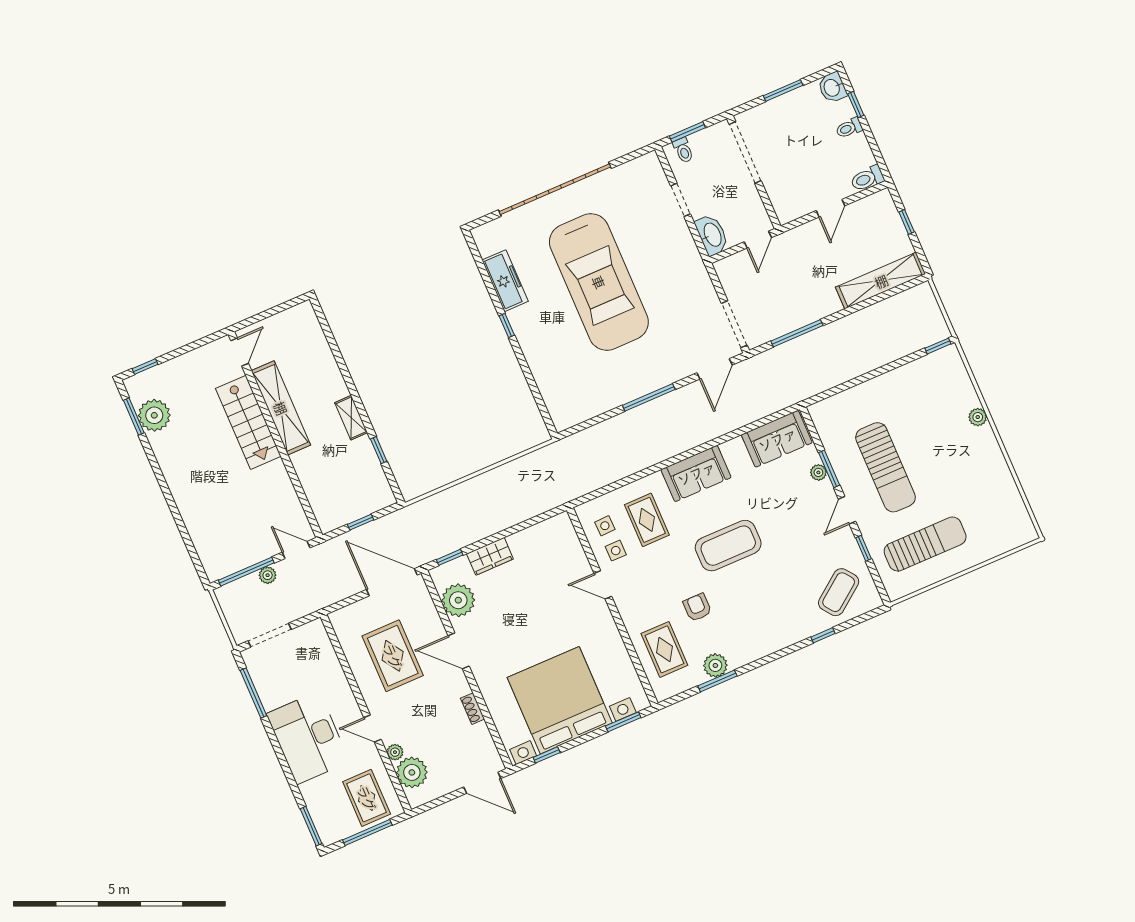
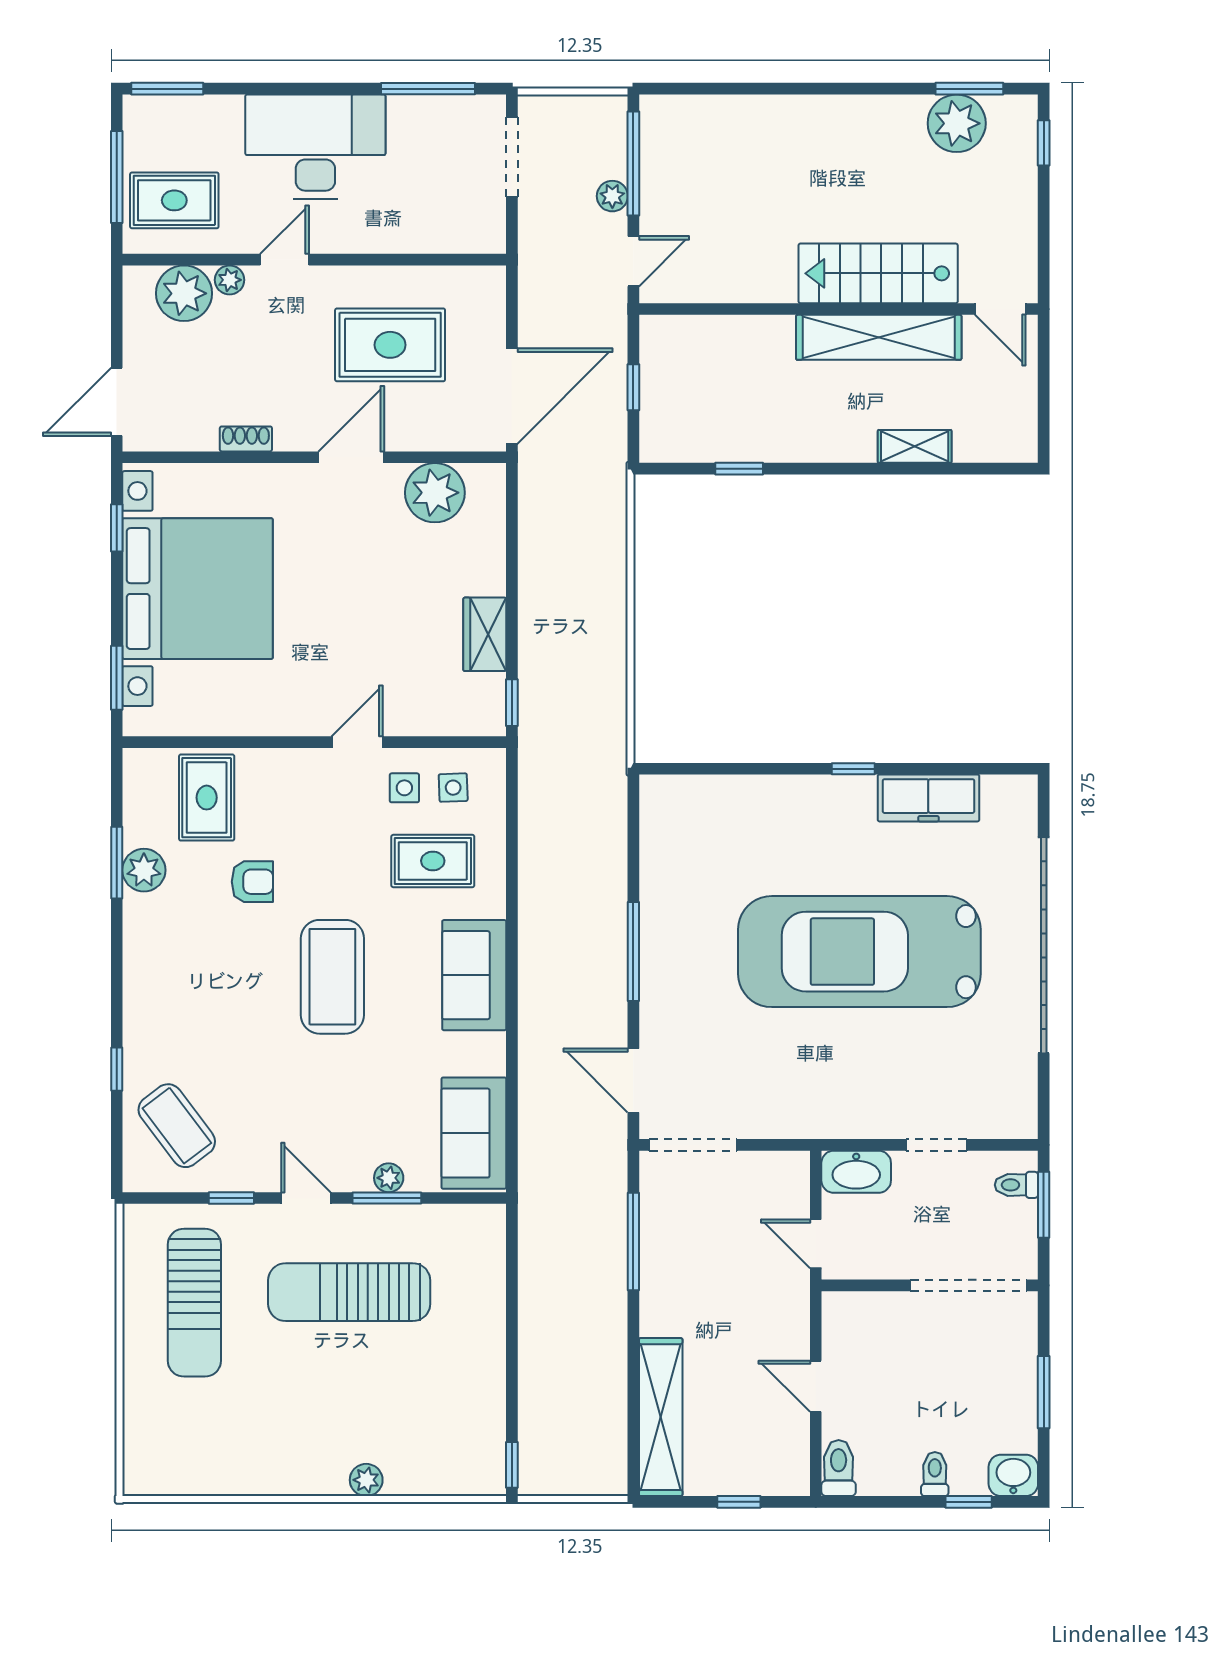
shelving: (351, 418) -> (915, 446), moved
wardrobe: (490, 556) -> (485, 634), moved
window: (450, 557) -> (512, 703), moved
rug: (664, 649) -> (207, 798), turned 90

